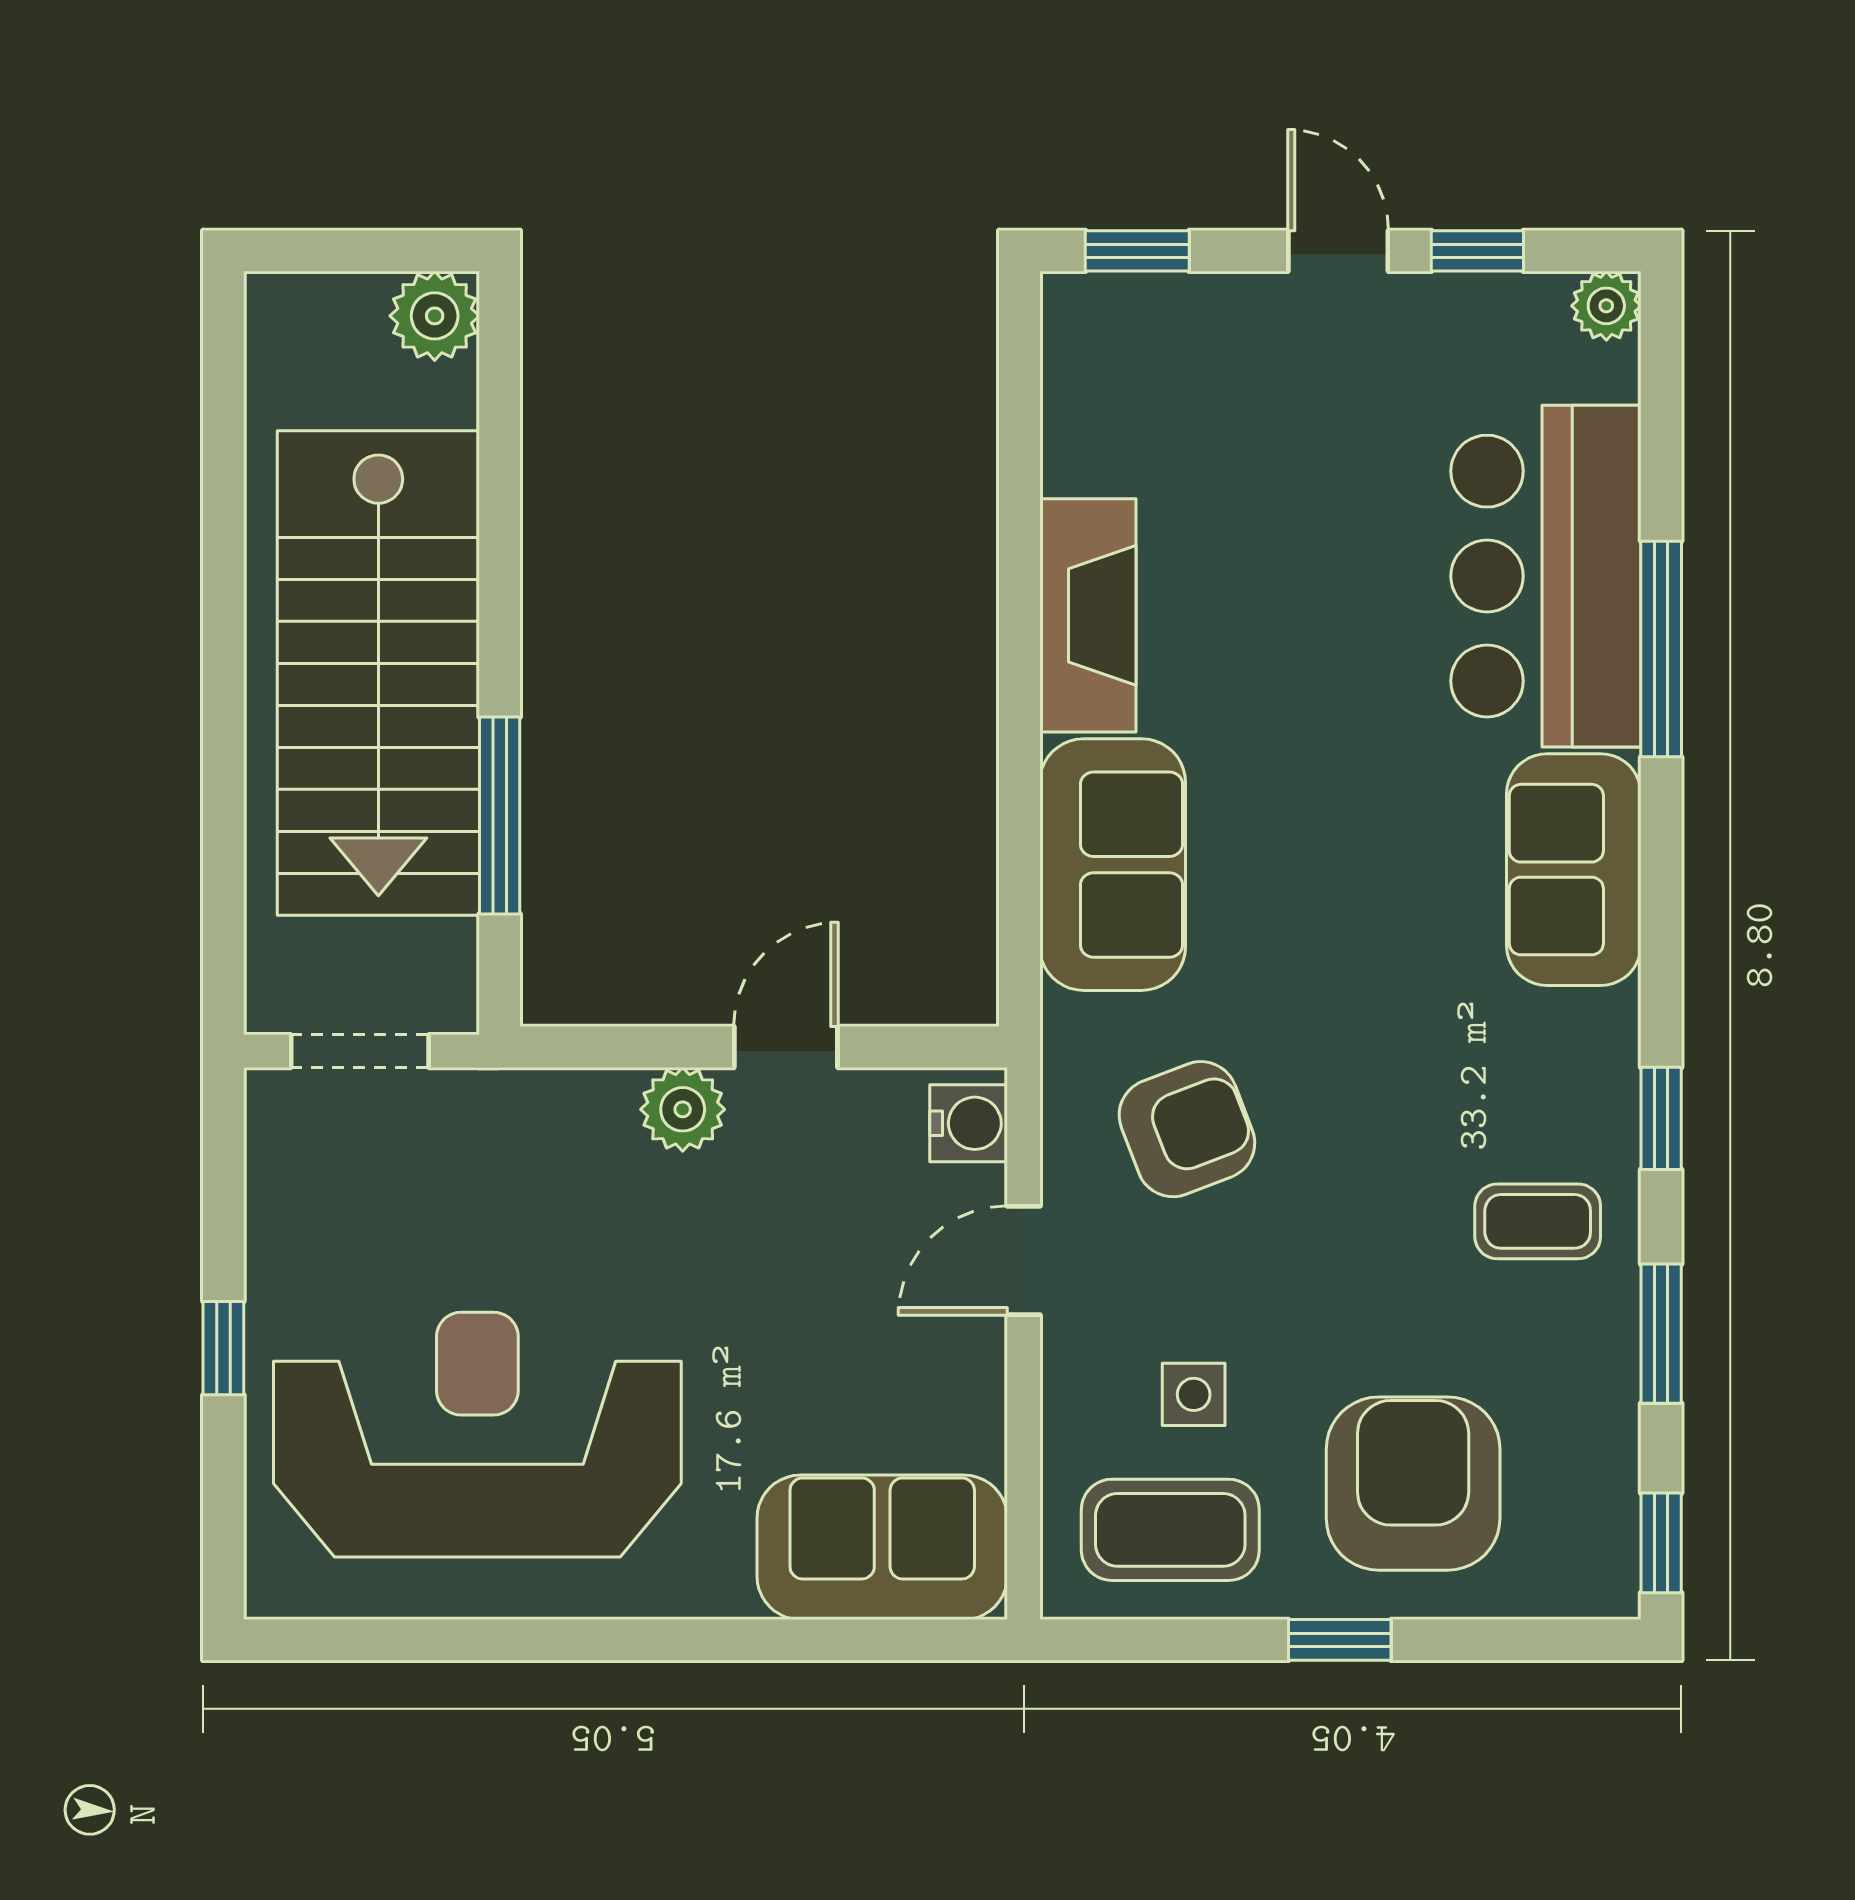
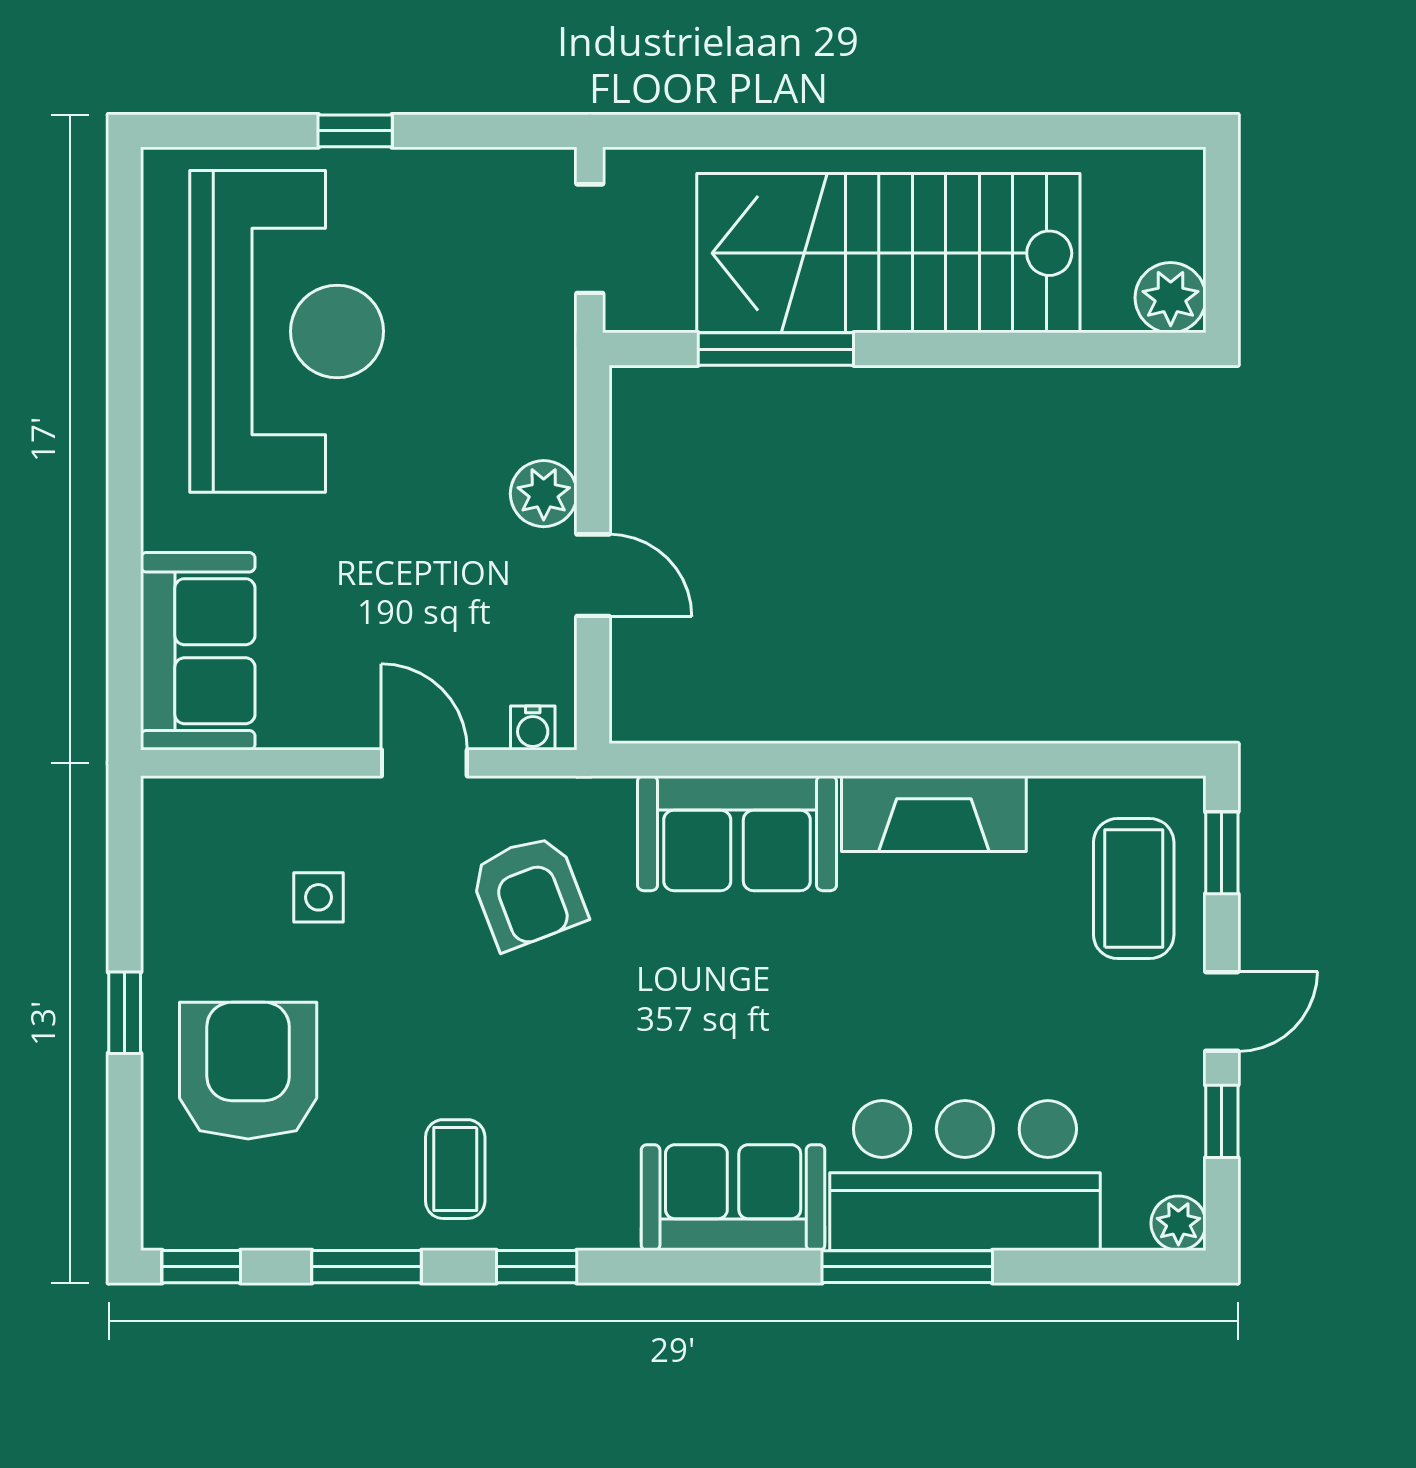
water cooler: (969, 1123) -> (533, 728), width x0.72, depth x0.72
armchair: (1413, 1484) -> (248, 1071), turned -90
coffee table: (1170, 1530) -> (1134, 889), moved

